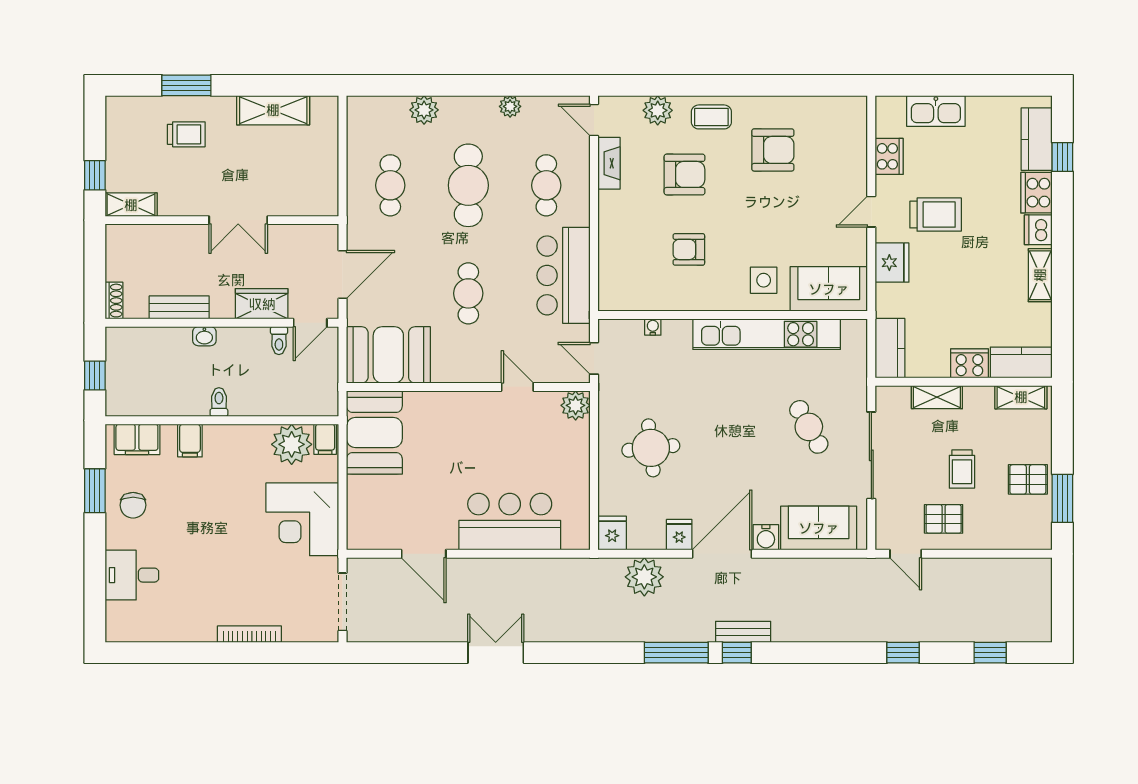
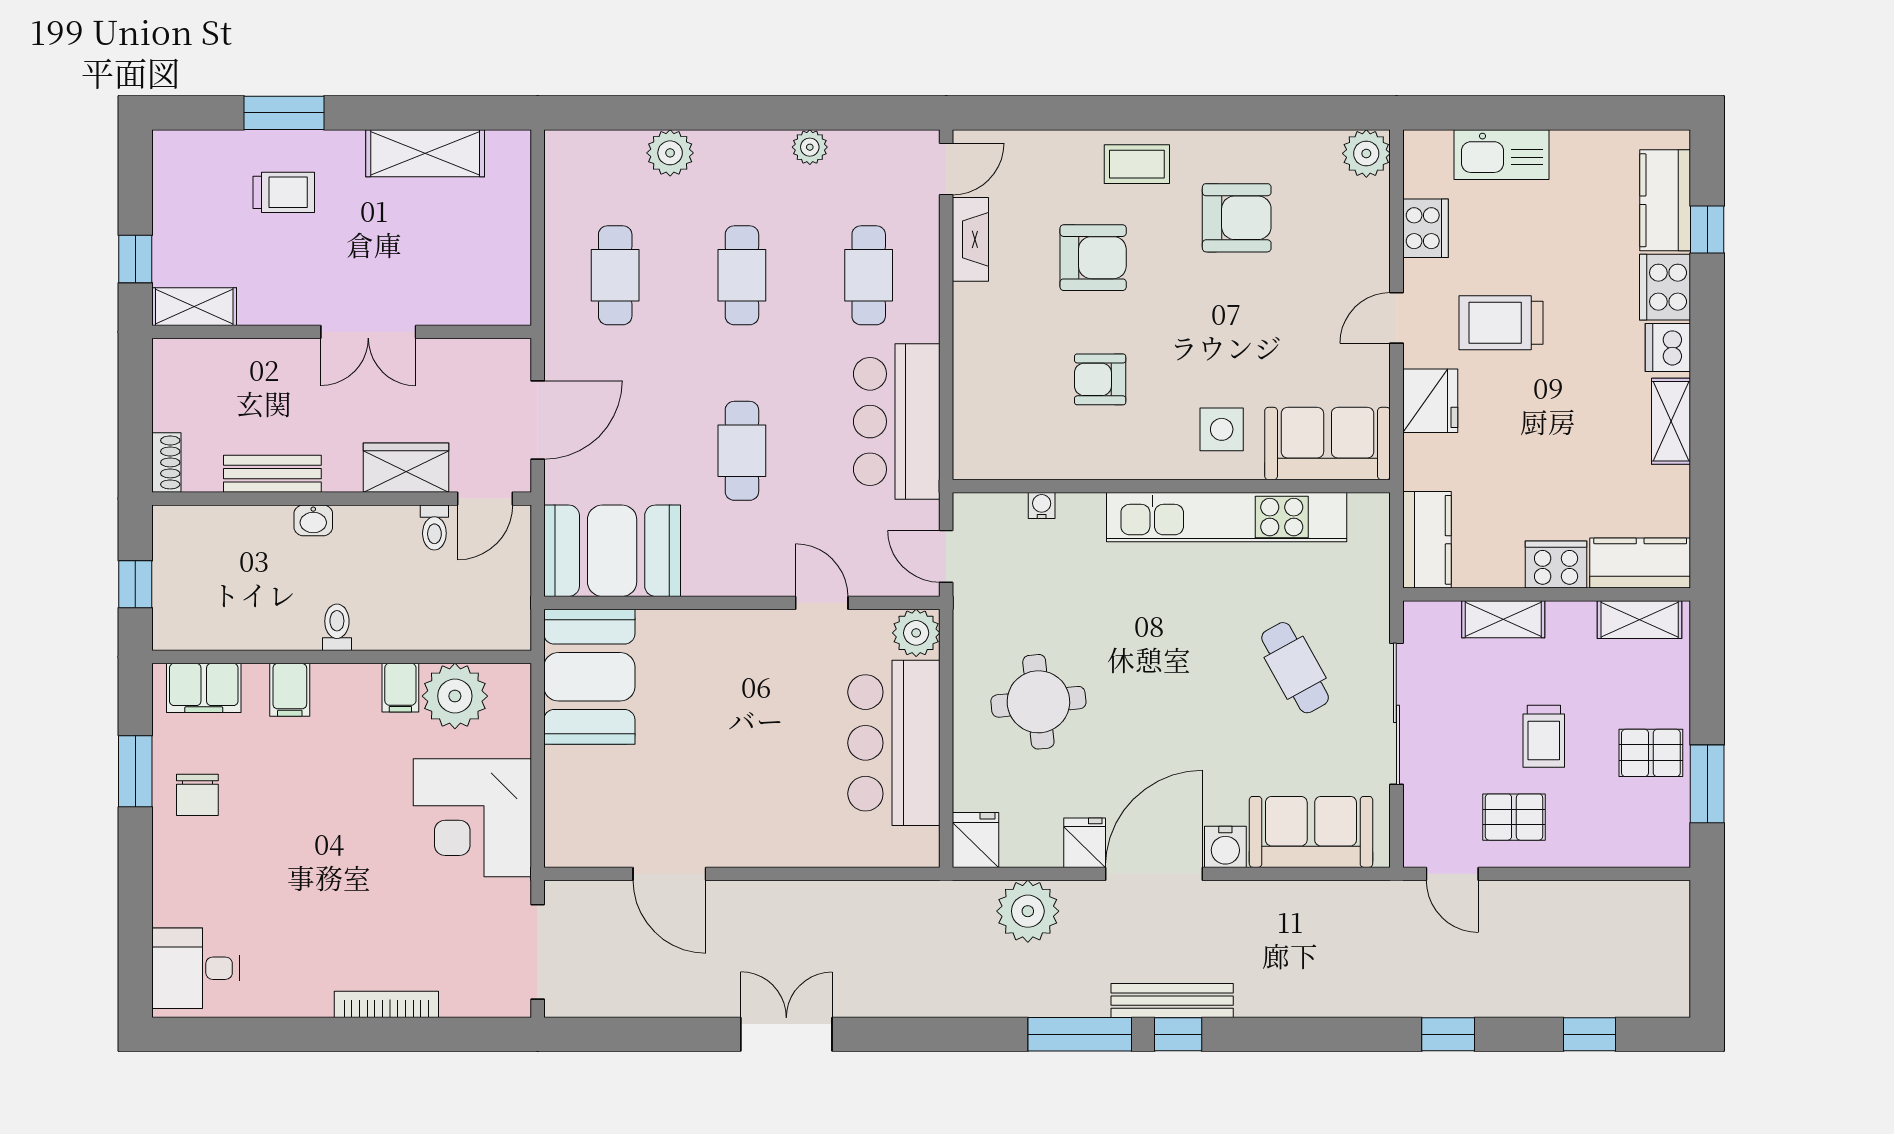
plant: (658, 110) -> (1366, 153), moved
door: (594, 120) -> (946, 169), swing flipped
cafe table: (468, 185) -> (742, 275), width x0.73, depth x0.74
trolley: (936, 215) -> (1501, 323), turned 180
filing cabinet: (325, 439) -> (400, 688), moved
bar counter: (510, 522) -> (894, 743), moved, turned -90
desk: (132, 575) -> (196, 968), moved
bench: (743, 632) -> (1172, 1001), width x1.36

